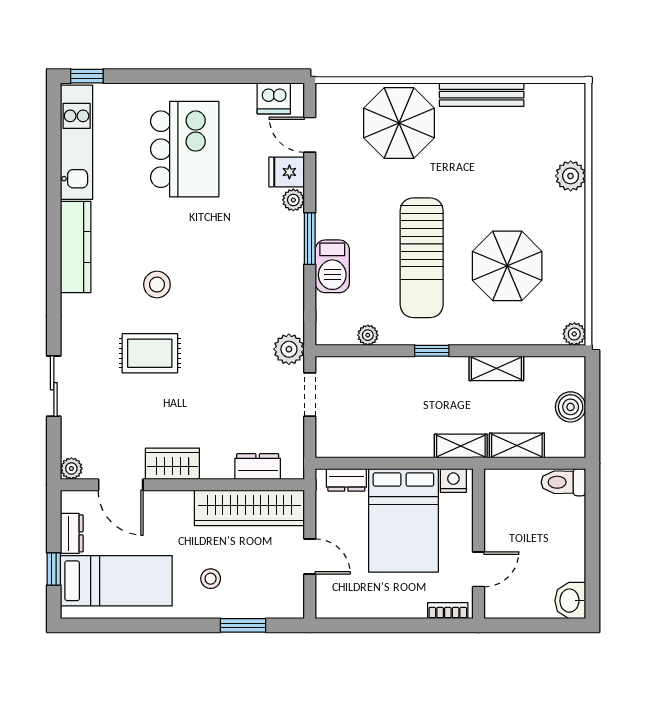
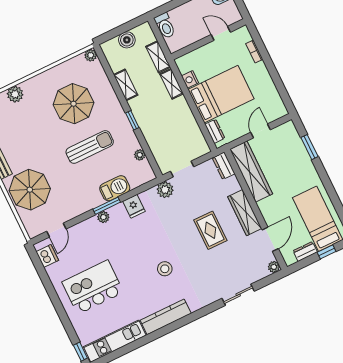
fridge: (287, 172) -> (134, 206), moved
plant: (293, 200) -> (103, 217), moved
sun lounger: (422, 258) -> (90, 147), width x0.73, depth x0.75
rug: (150, 353) -> (210, 230), moved
wardrobe: (172, 464) -> (245, 213), width x1.50
dresser: (258, 467) -> (224, 166), moved
wall: (478, 544) -> (208, 39), moved
door: (478, 569) -> (221, 33), moved
stool: (211, 579) -> (294, 174), removed

